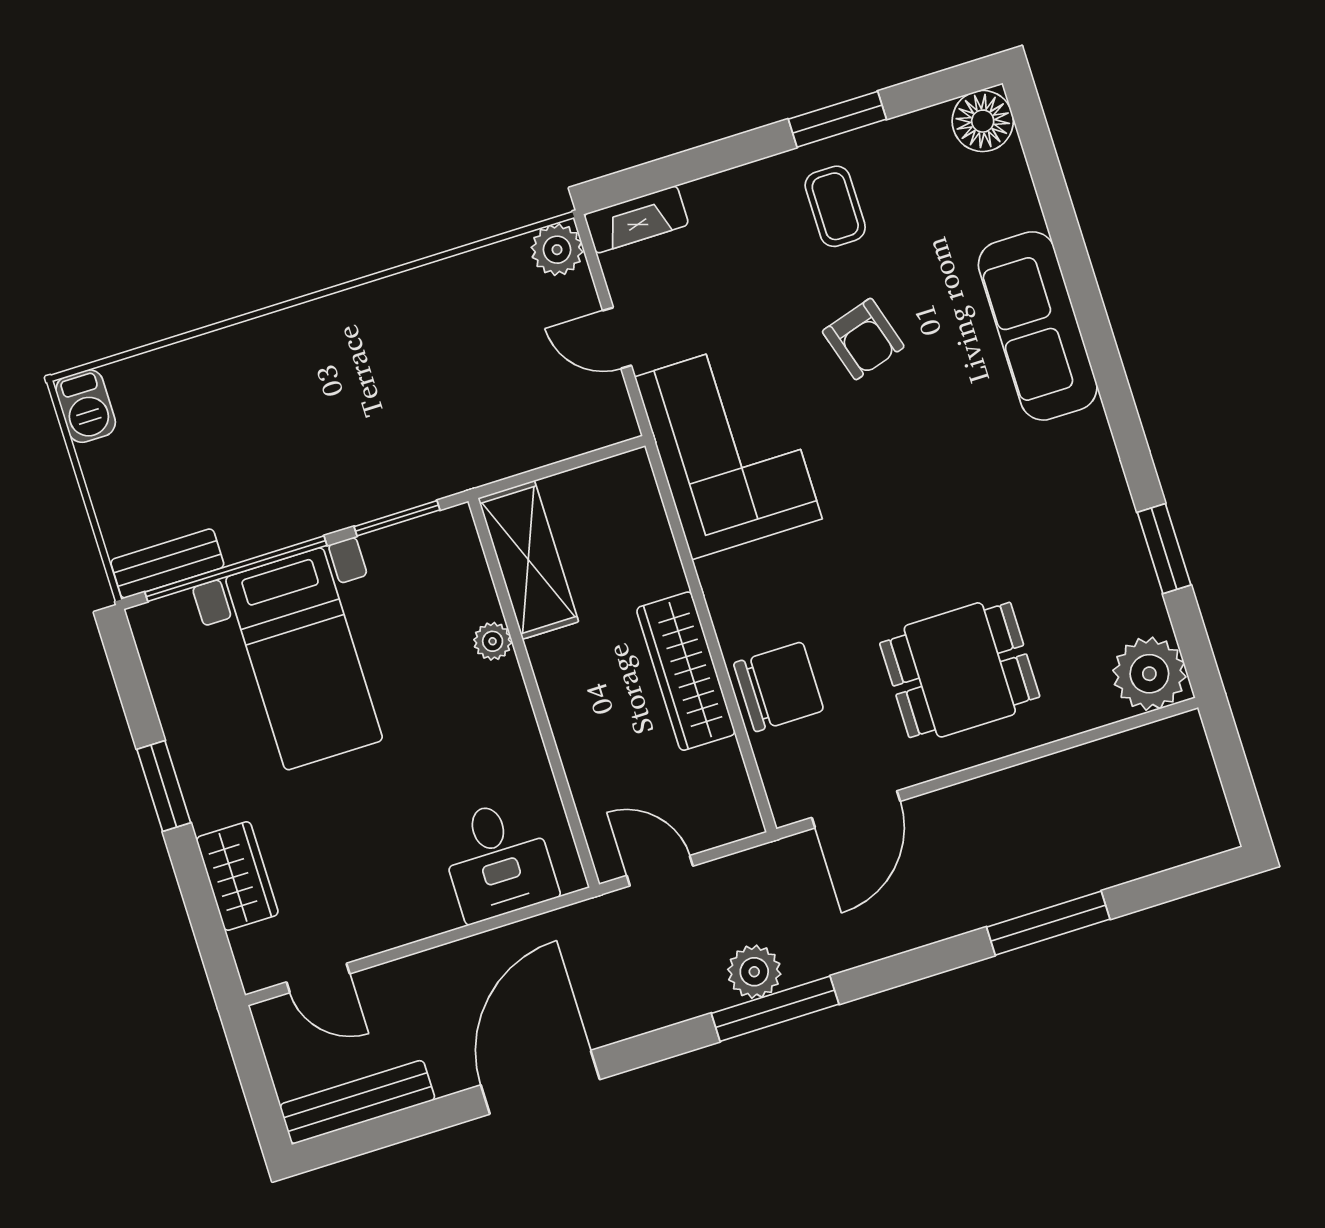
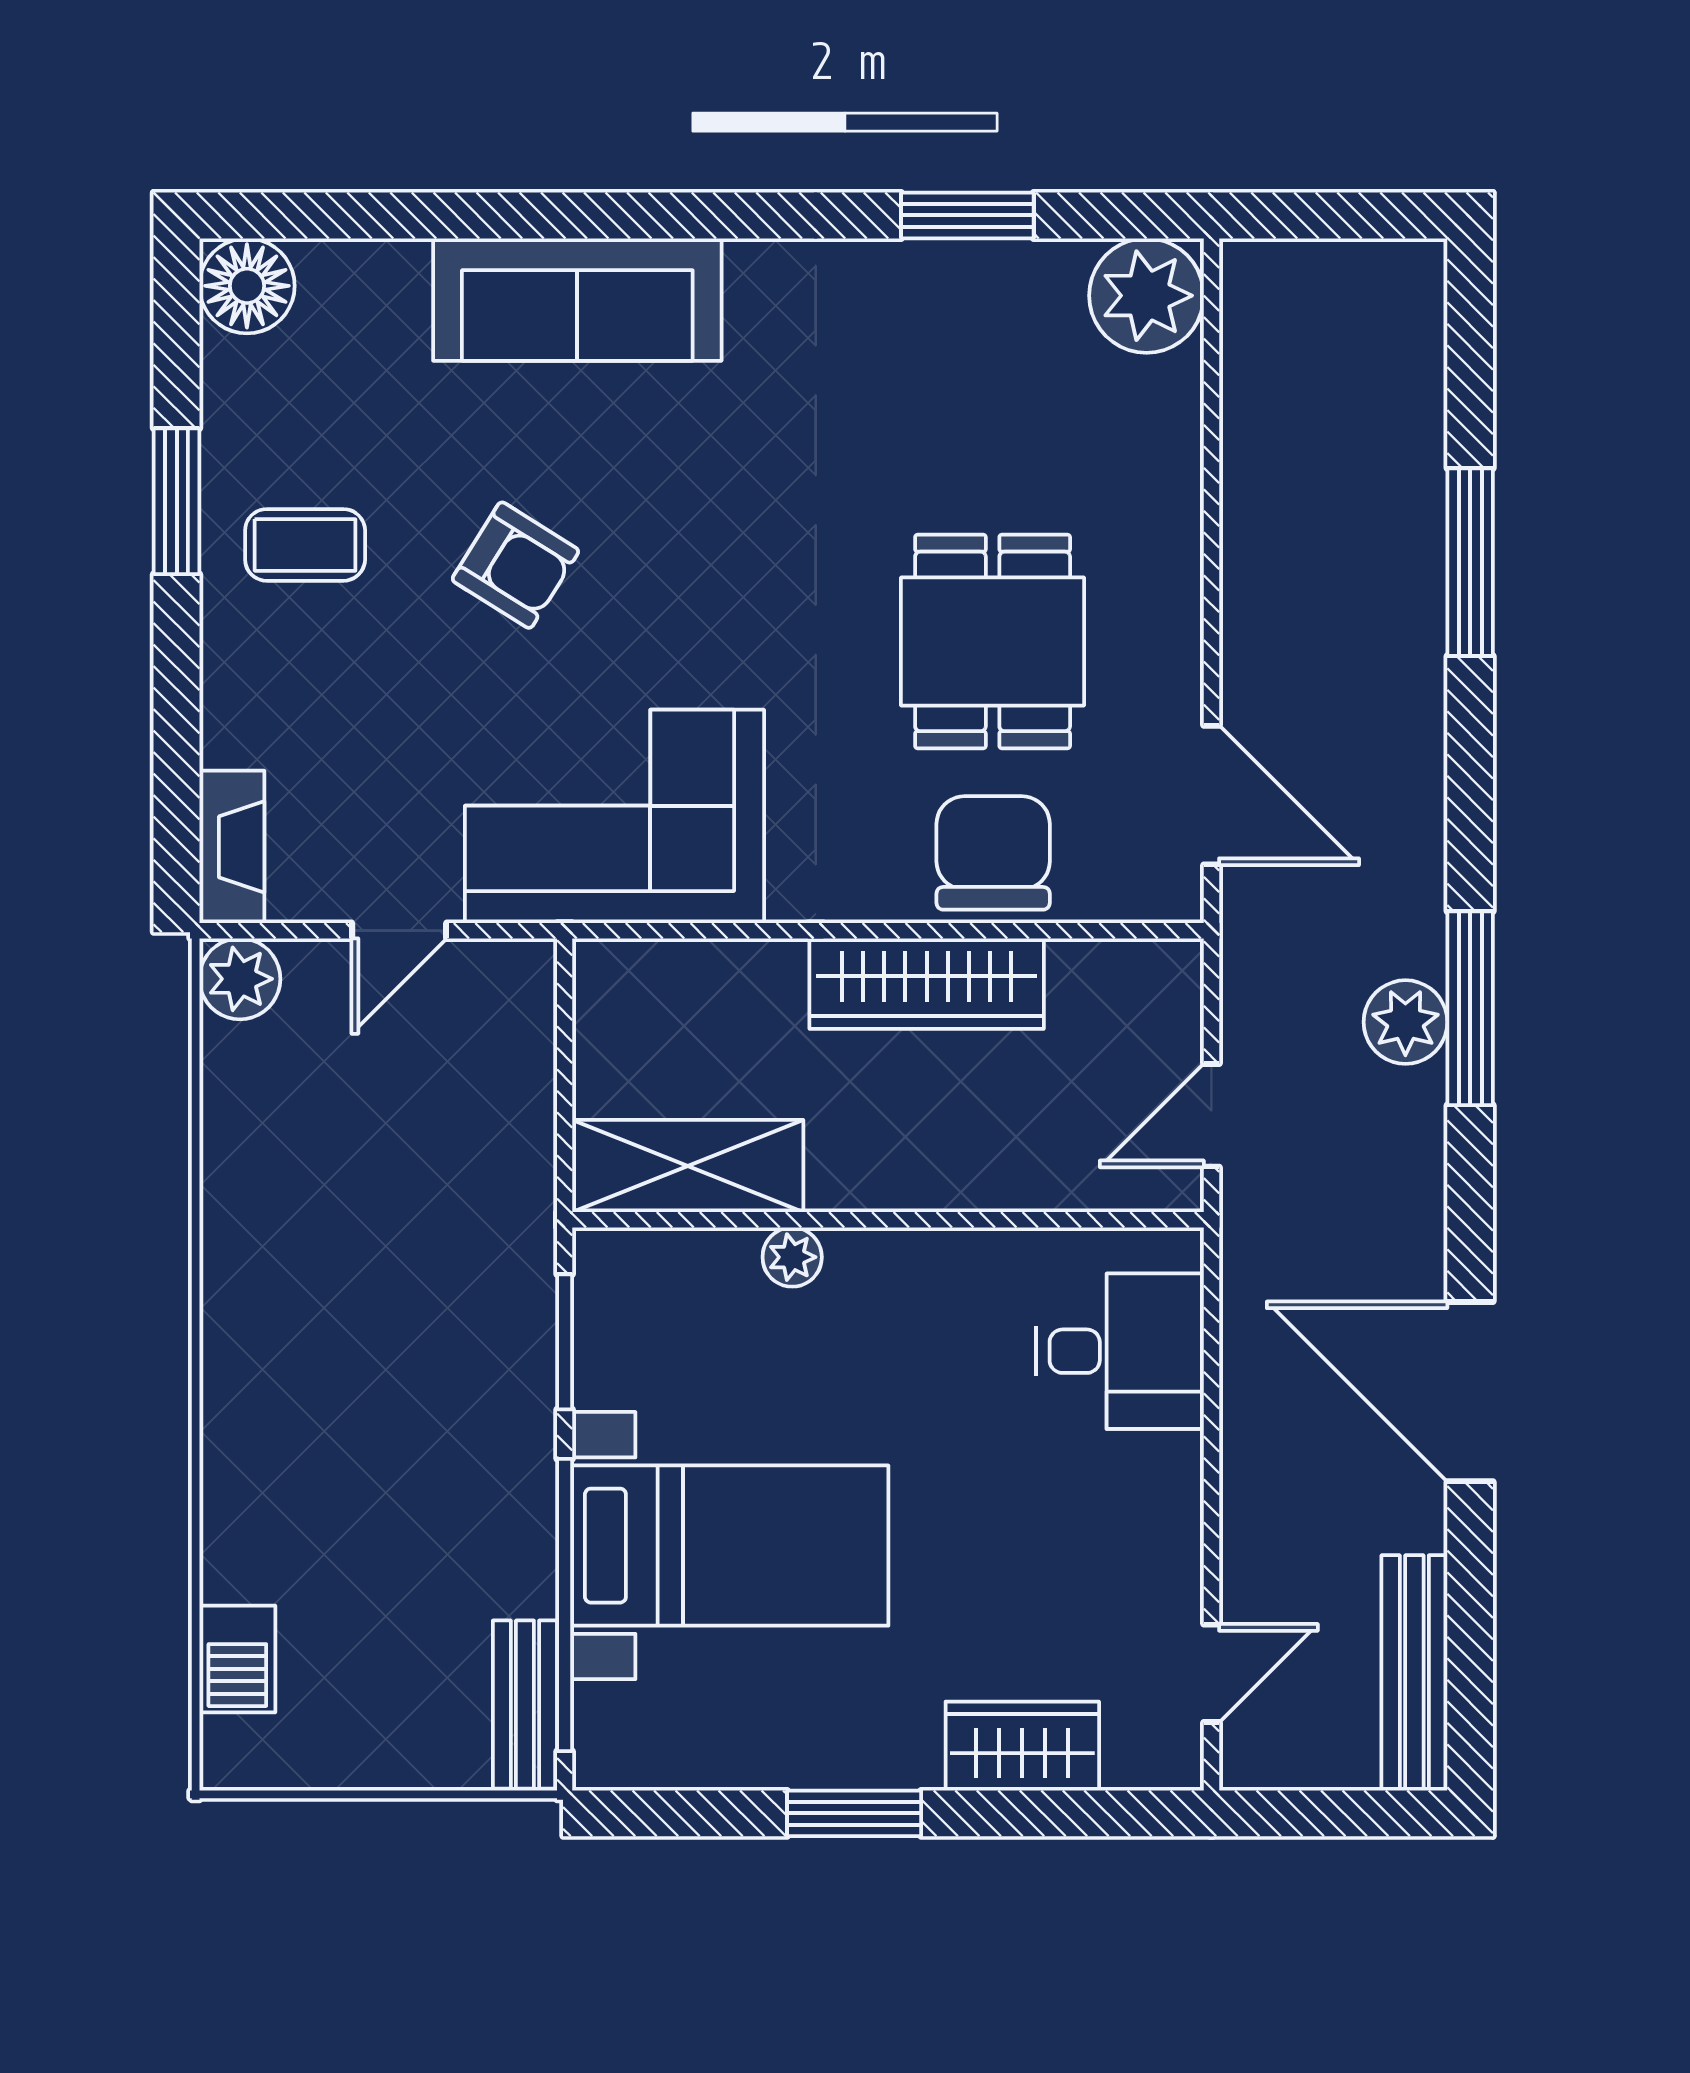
armchair: (863, 339) -> (515, 565), turned 49
barbecue: (86, 406) -> (237, 1659), moved, turned 90
dining table: (960, 670) -> (993, 641), moved

